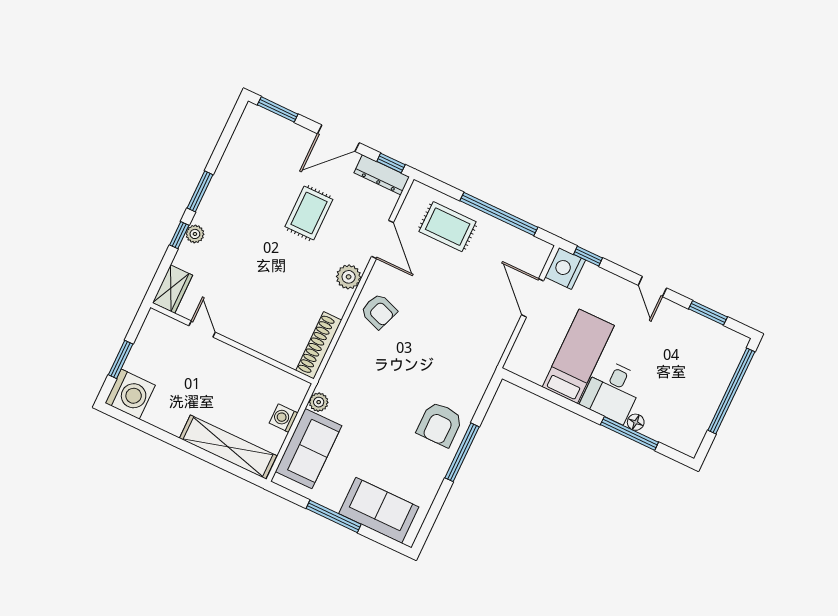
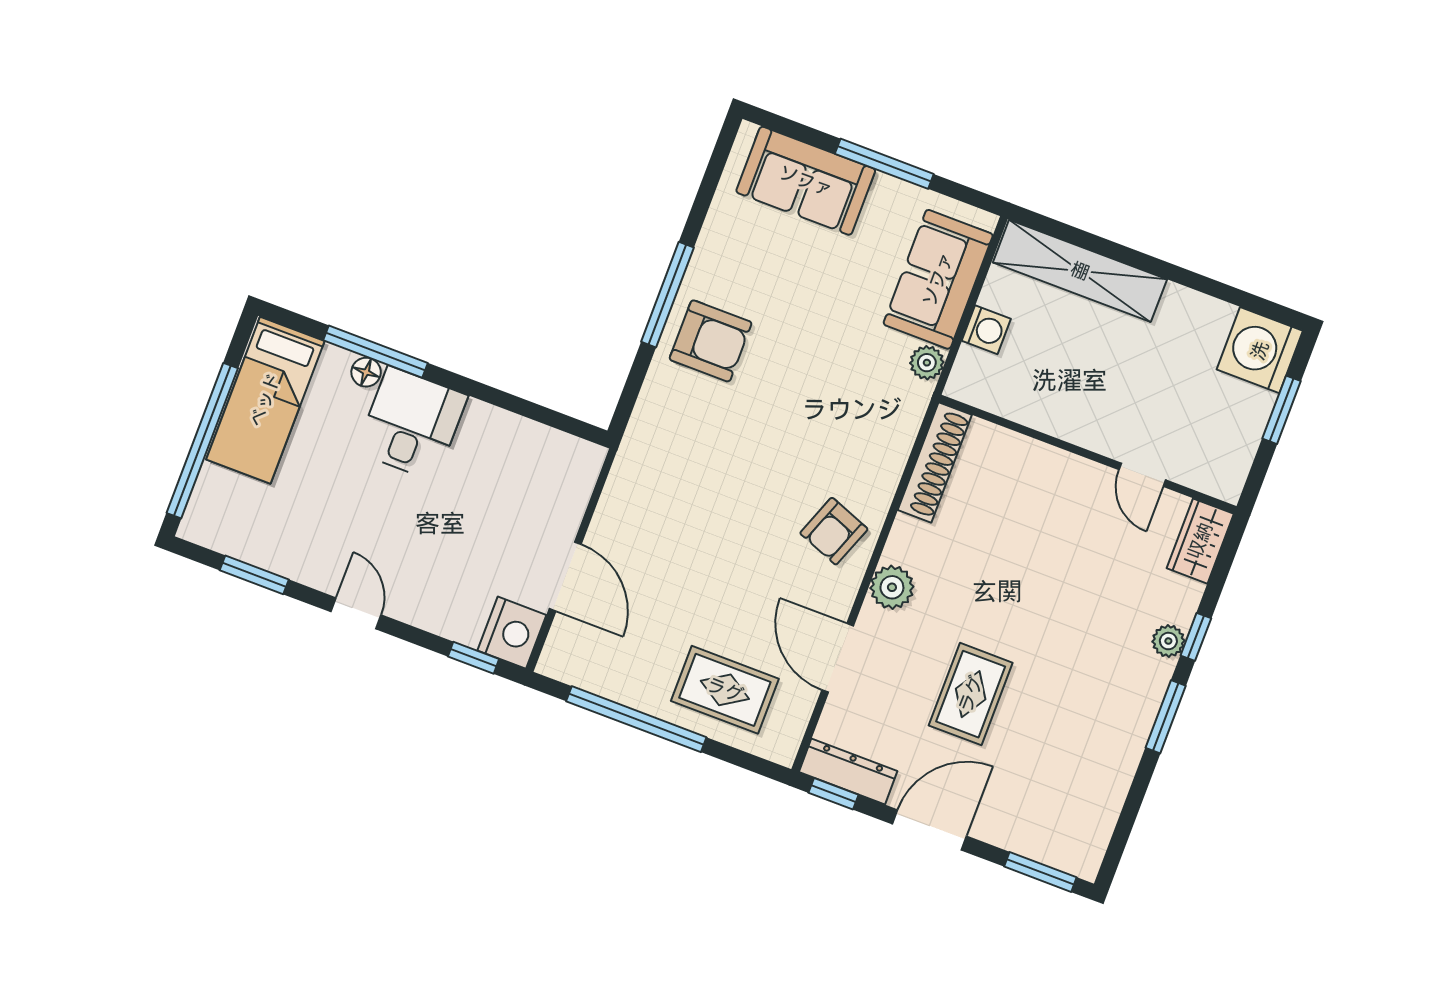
armchair: (379, 311) -> (834, 531), turned -89
bed: (578, 356) -> (265, 400), moved
armchair: (440, 424) -> (711, 341), turned 90

